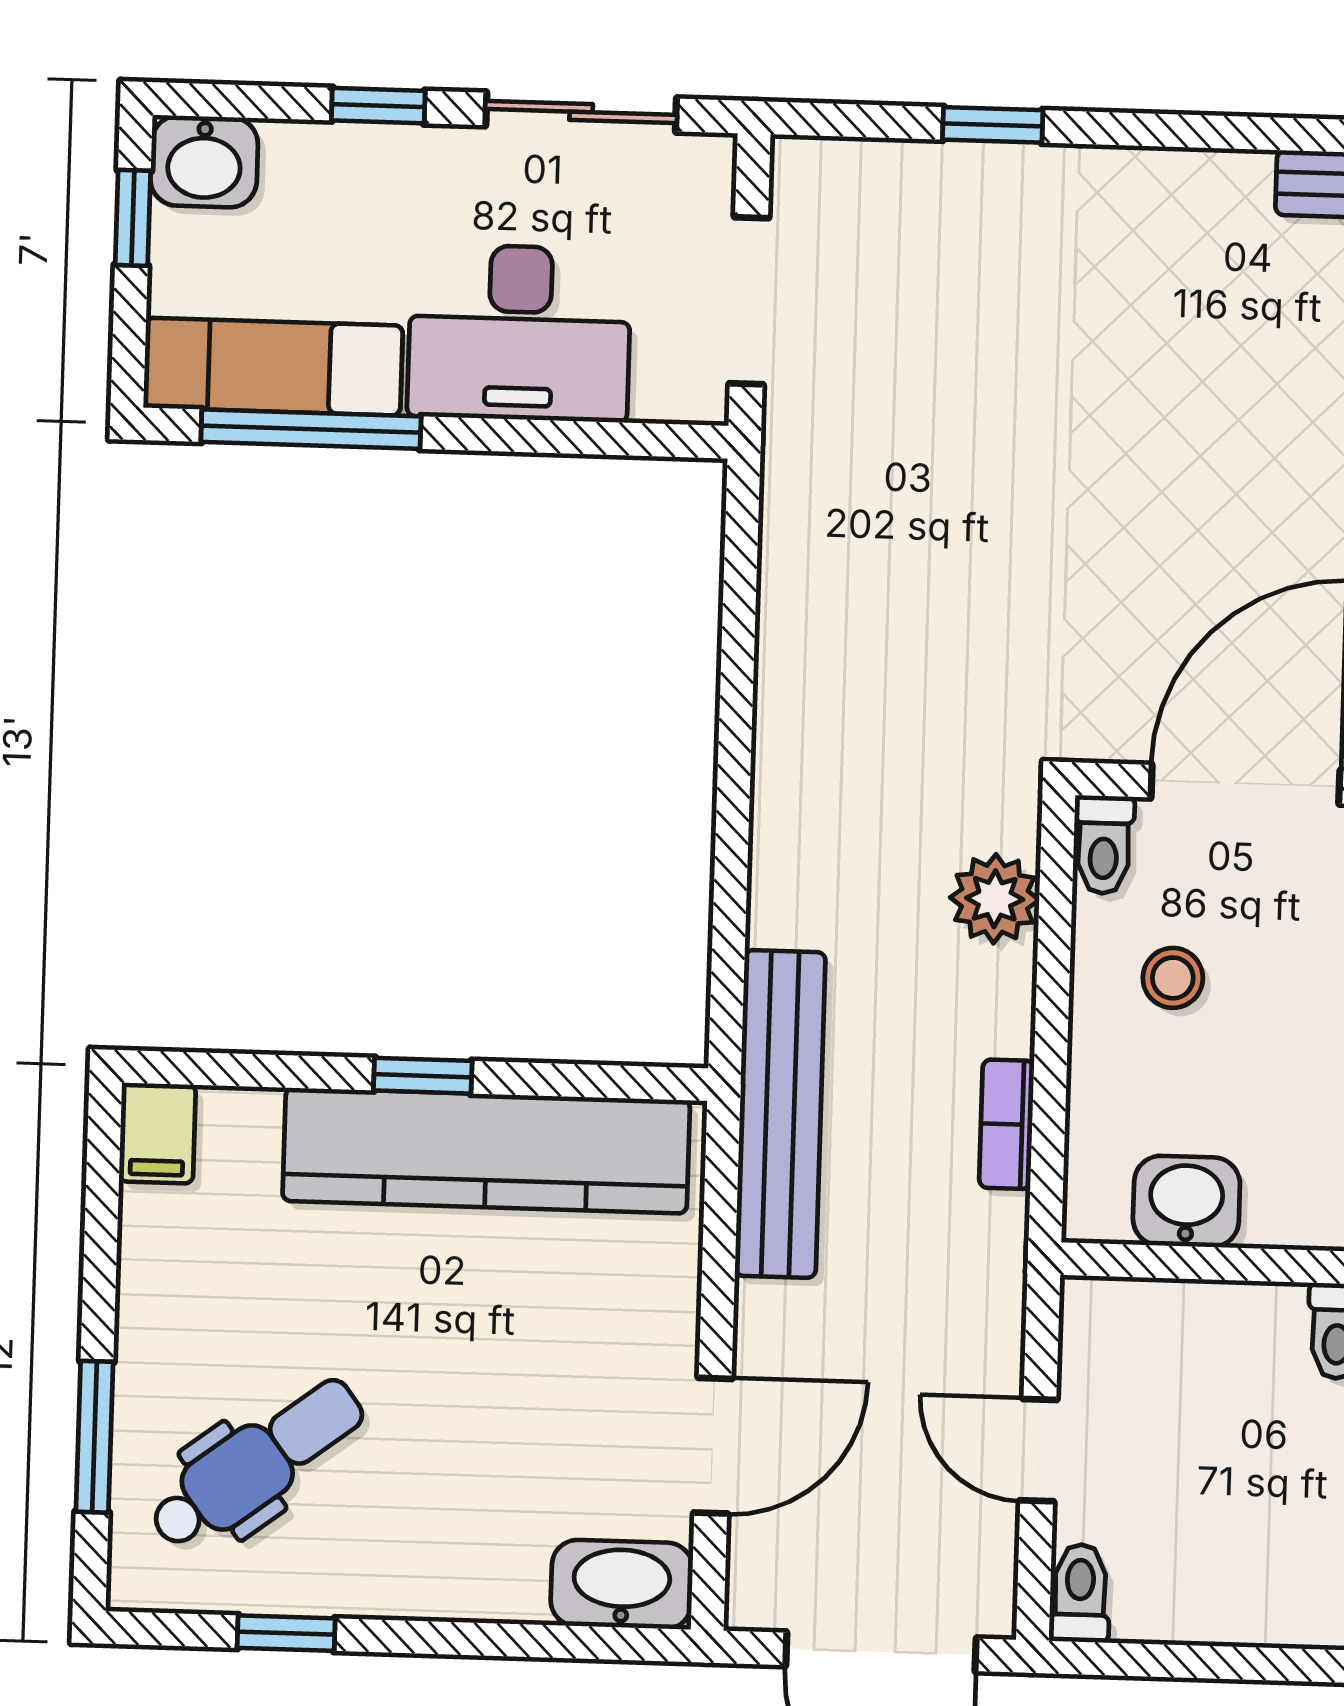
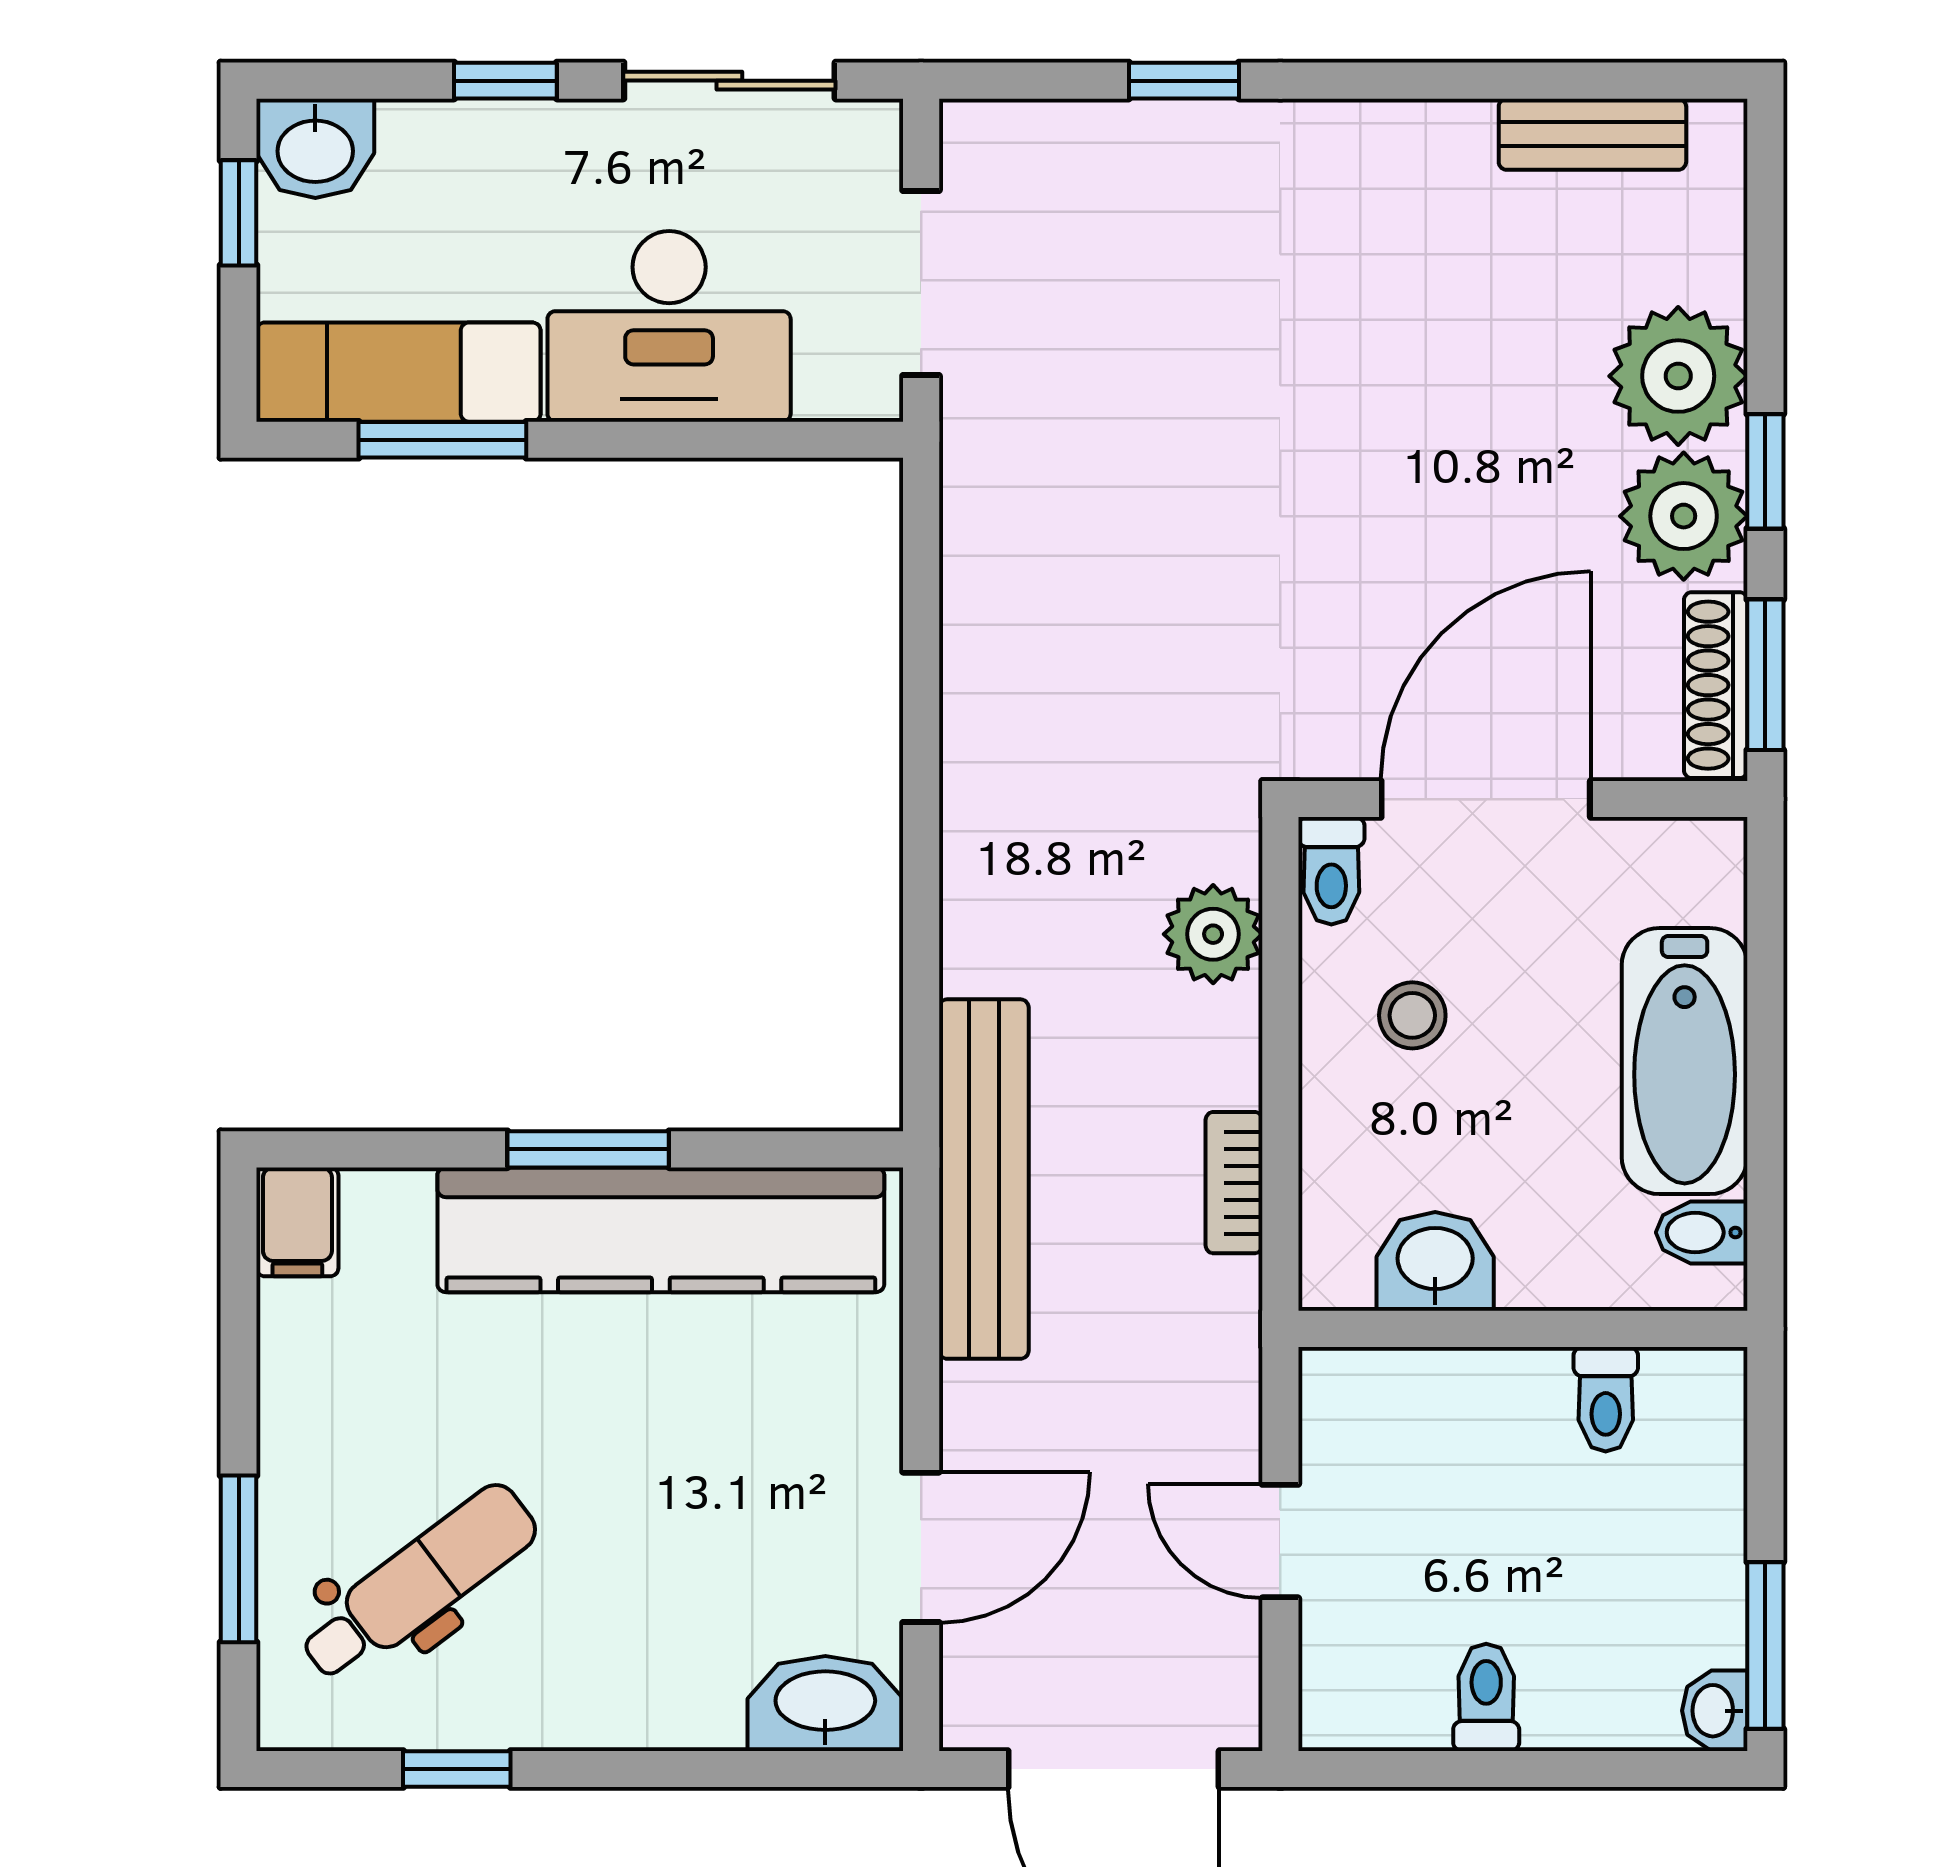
window: (311, 429) -> (442, 440), width x0.69
window: (423, 1076) -> (588, 1149), width x1.50
toilet: (1080, 1593) -> (1486, 1697), moved

